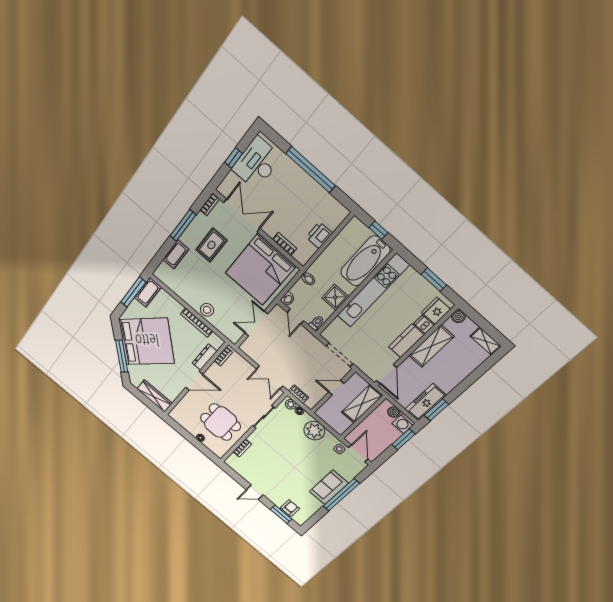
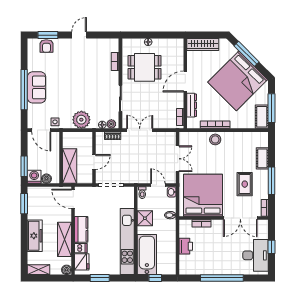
freezer: (426, 402) -> (35, 236), moved

